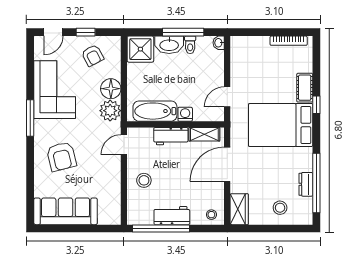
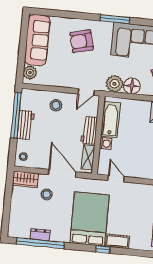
door: (124, 145) -> (86, 92), swing flipped
stool: (280, 208) -> (47, 194), moved
plant: (107, 216) -> (30, 73), added

